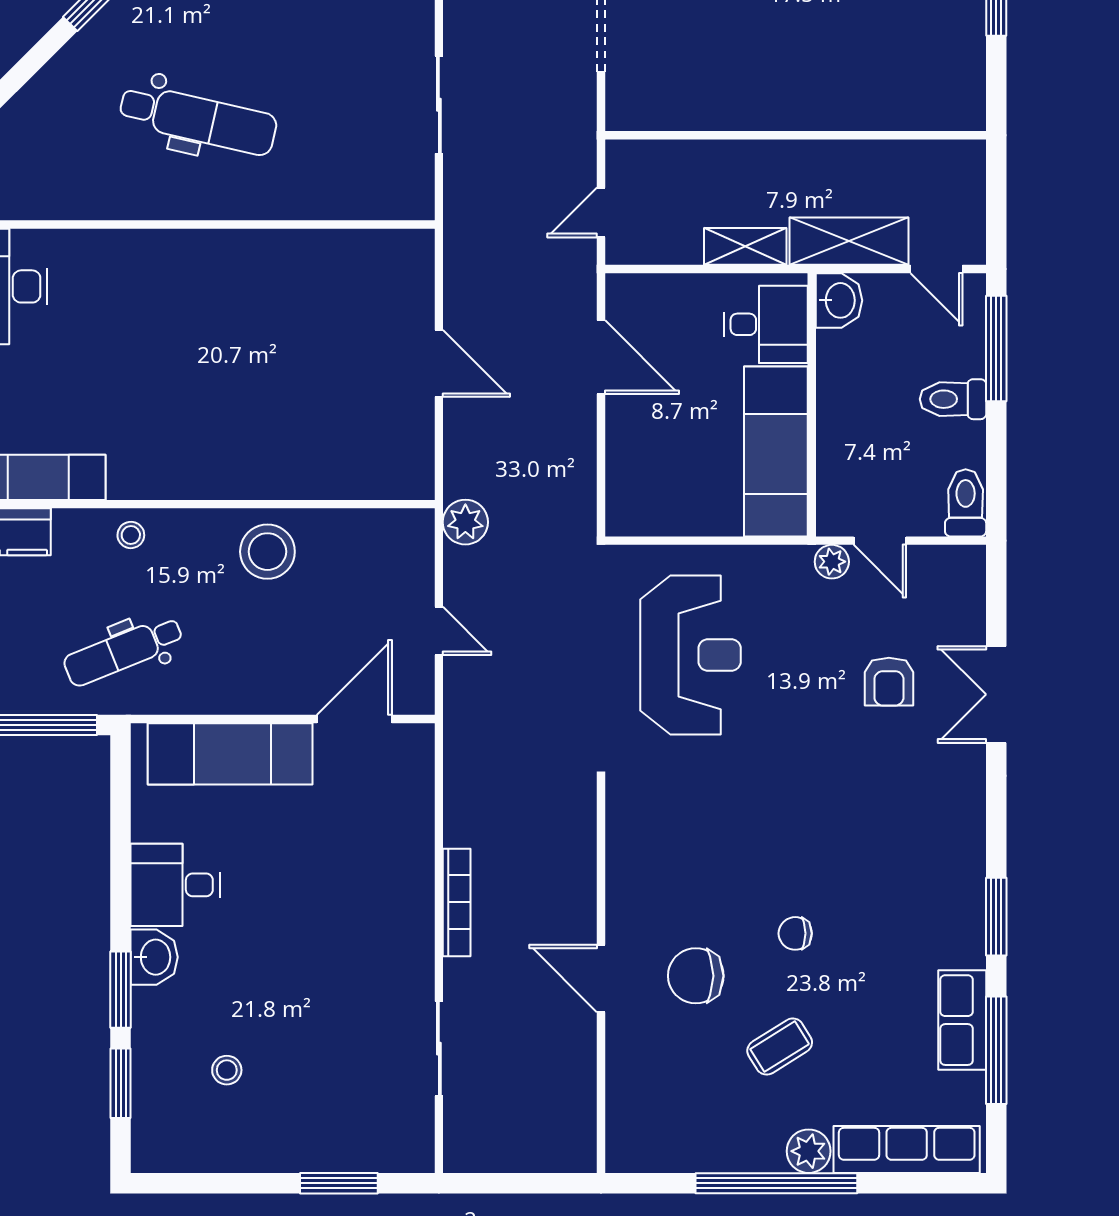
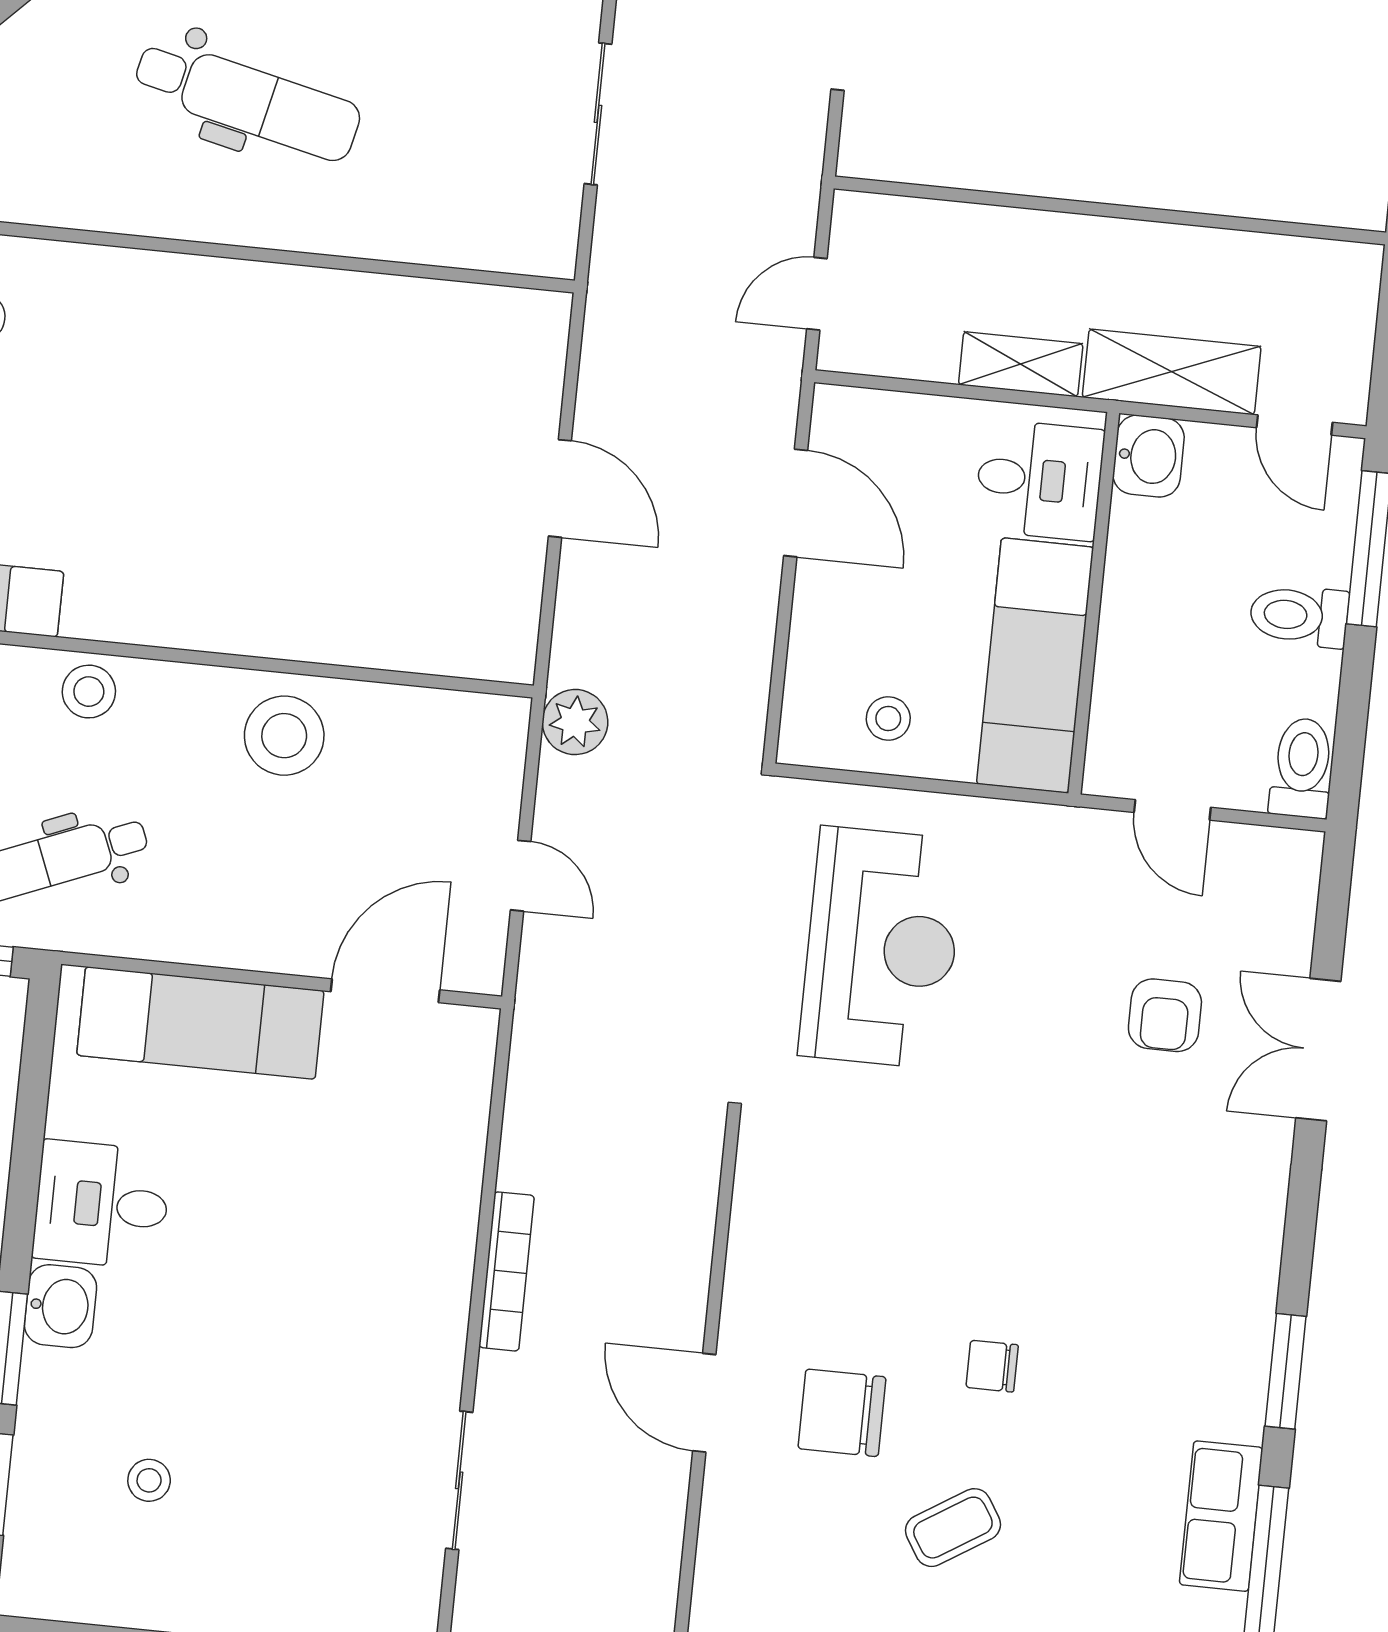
stool: (679, 498) -> (888, 719), added
stool: (131, 535) -> (89, 692), width x1.37, depth x1.37
plant: (832, 562) -> (1100, 833), removed

